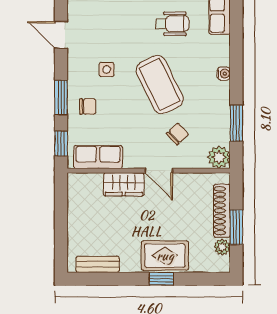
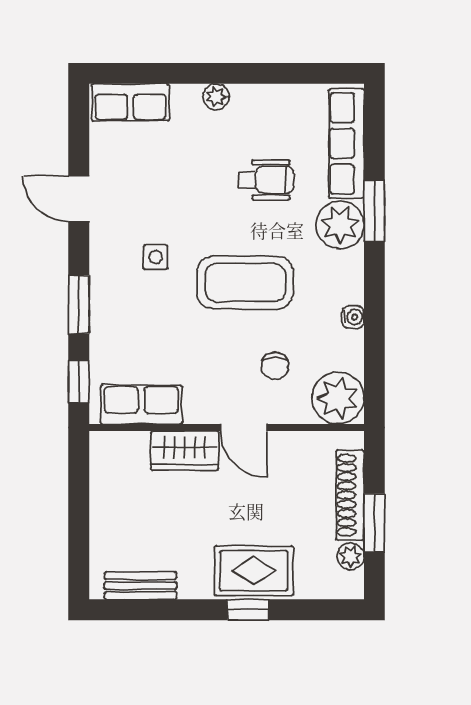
plant: (216, 50) -> (340, 225), added
water cooler: (224, 74) -> (353, 317), moved
coffee table: (160, 85) -> (245, 283), turned -64
chair: (88, 106) -> (124, 319), removed
window: (236, 123) -> (374, 211), moved
chair: (177, 134) -> (275, 366), turned 133
plant: (219, 157) -> (338, 398), width x1.36, depth x1.36

